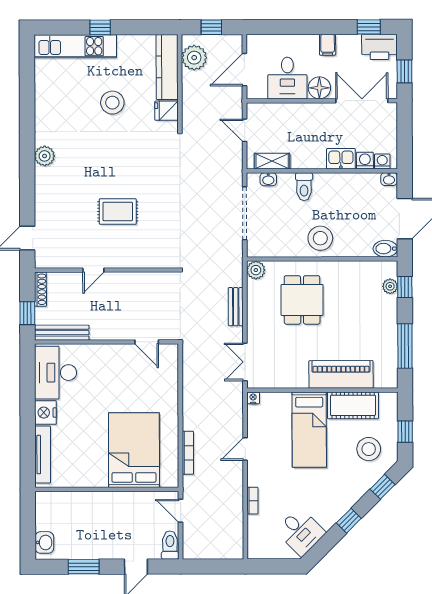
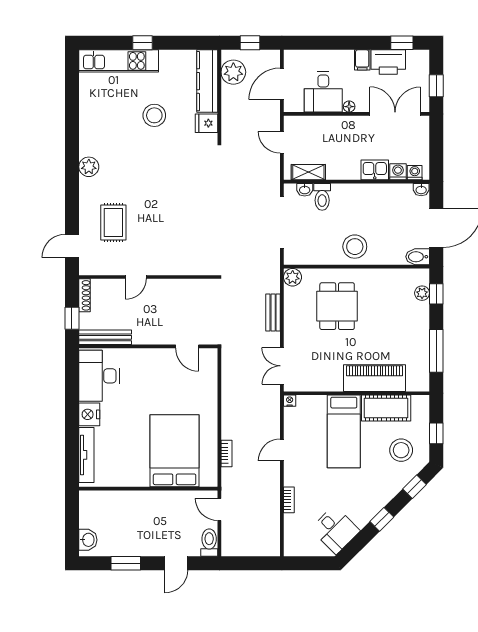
printer: (379, 47) -> (388, 62), moved
floor lamp: (319, 88) -> (349, 107), width x0.53, depth x0.53
toilet: (304, 187) -> (322, 197), moved
rug: (118, 212) -> (113, 222), moved, turned 90
bookcase: (188, 453) -> (227, 453), width x0.64

